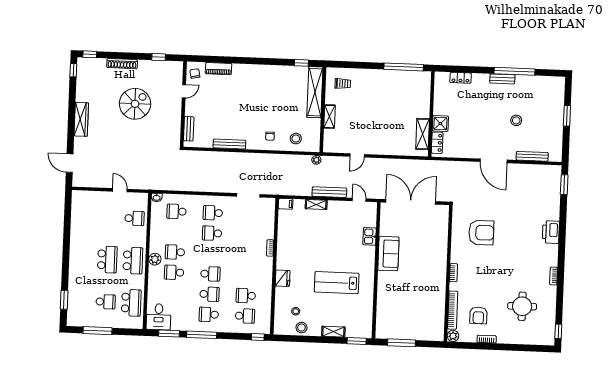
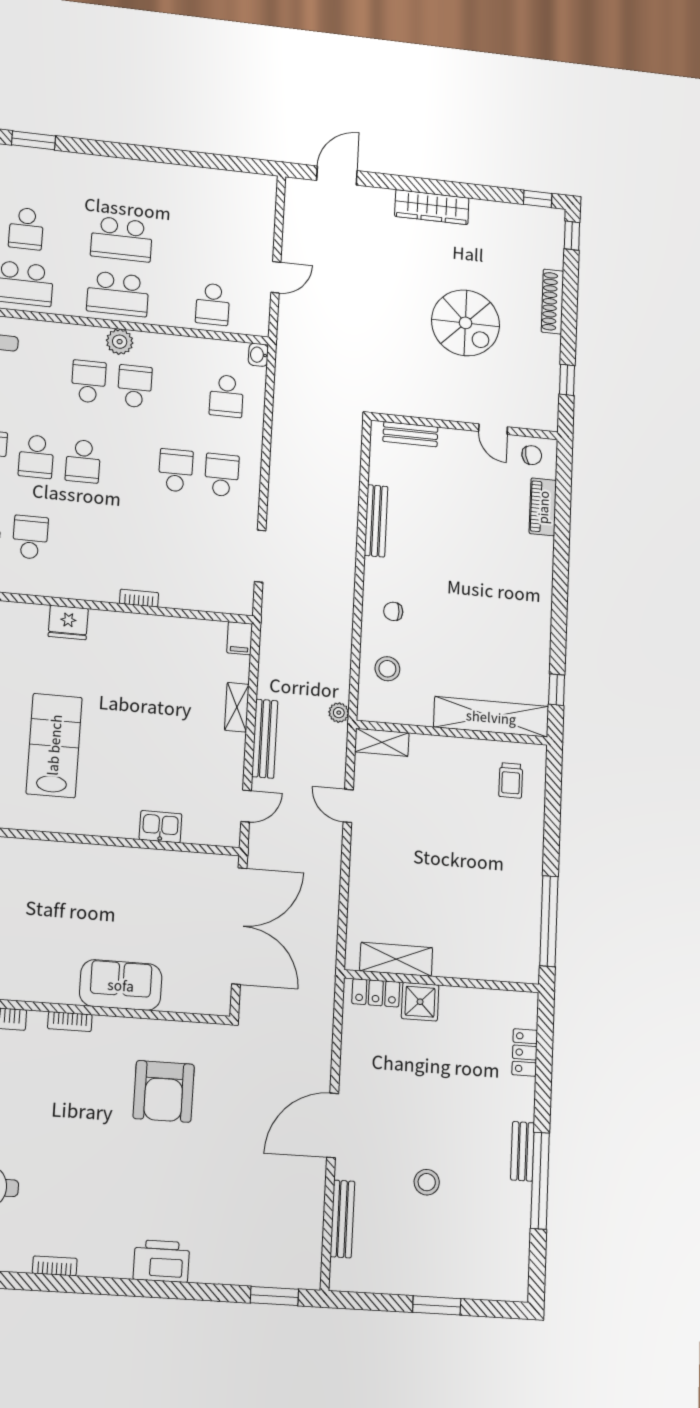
shelving: (329, 117) -> (382, 742), moved
school desk: (177, 211) -> (226, 396), turned 180
sofa: (388, 254) -> (121, 985), moved, turned 180

